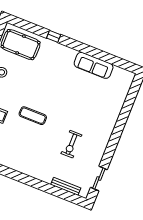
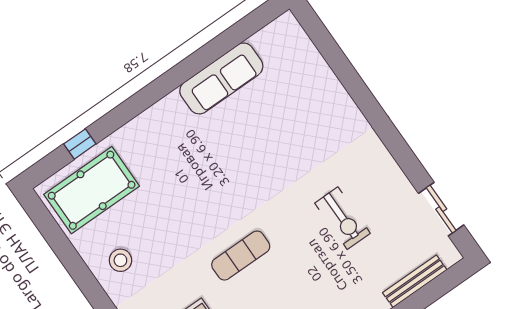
window: (54, 36) -> (80, 144), moved

